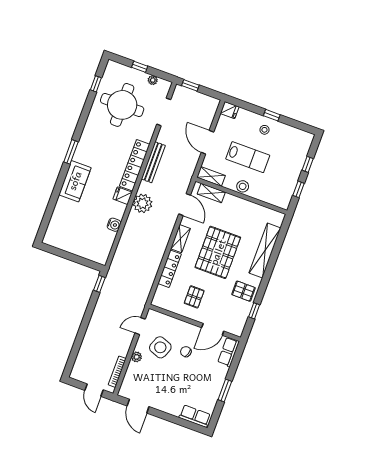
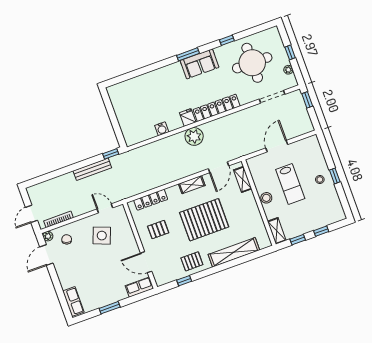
window: (96, 84) -> (227, 40), moved
fridge: (230, 110) -> (313, 143), removed
bench: (153, 162) -> (92, 169), moved
shelving: (211, 176) -> (277, 231), moved
sofa: (75, 181) -> (200, 64), moved
locker: (170, 269) -> (151, 200), moved
pallet: (243, 291) -> (192, 261), turned 90
chair: (186, 352) -> (67, 239), moved
plant: (137, 357) -> (48, 236), moved

